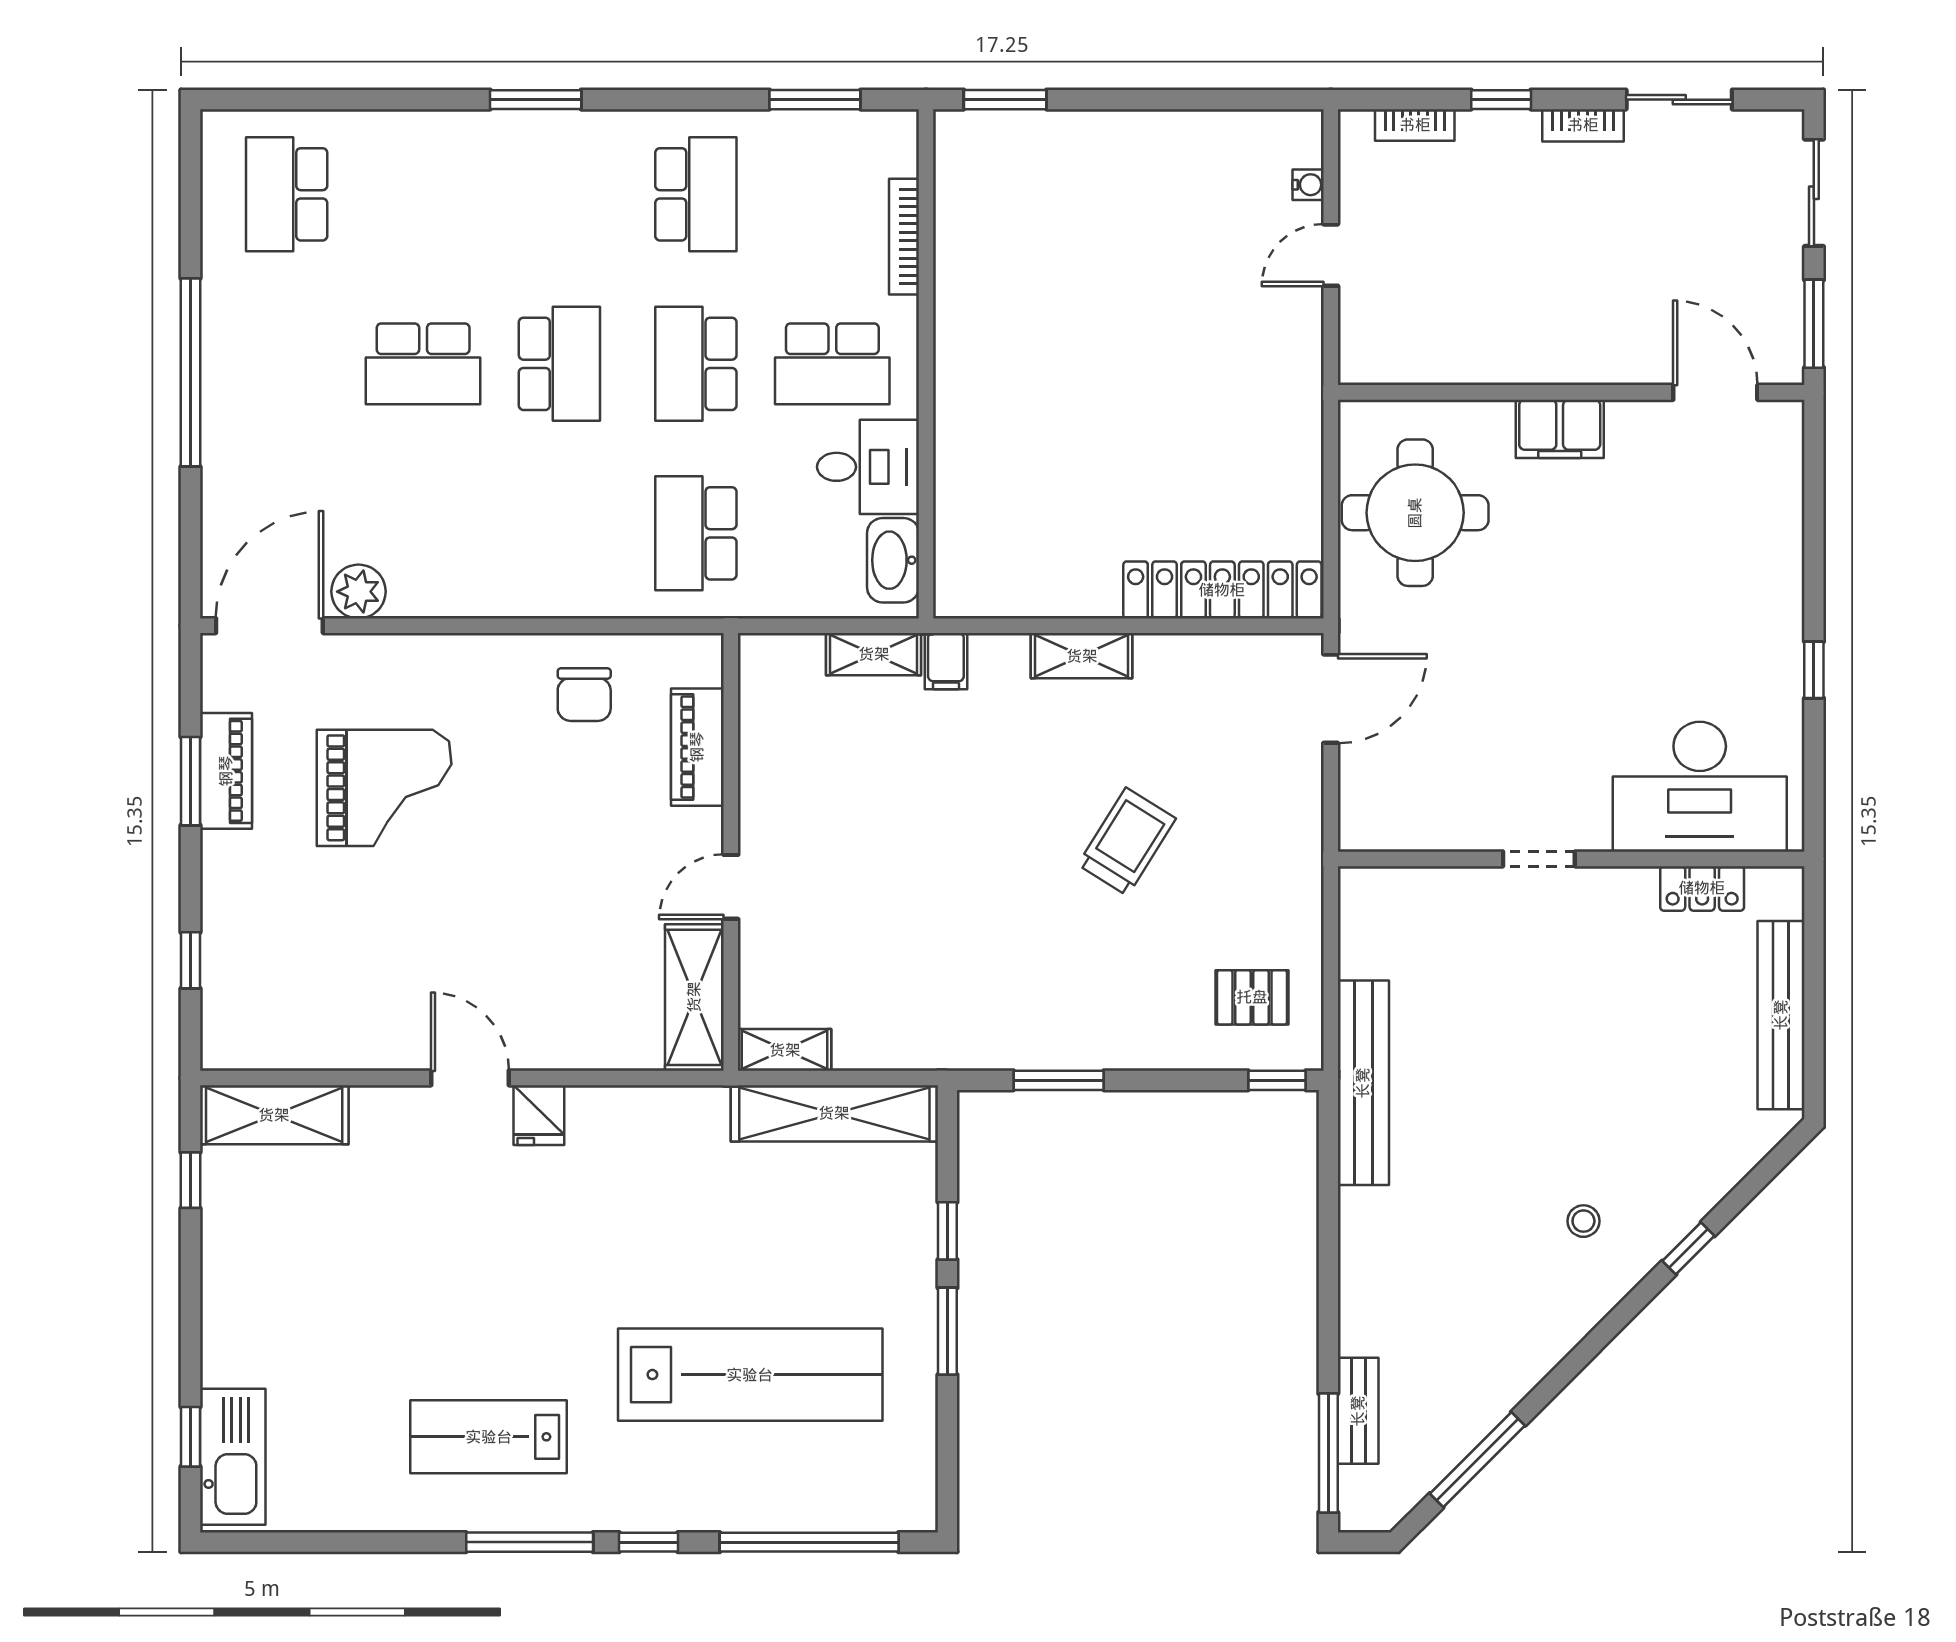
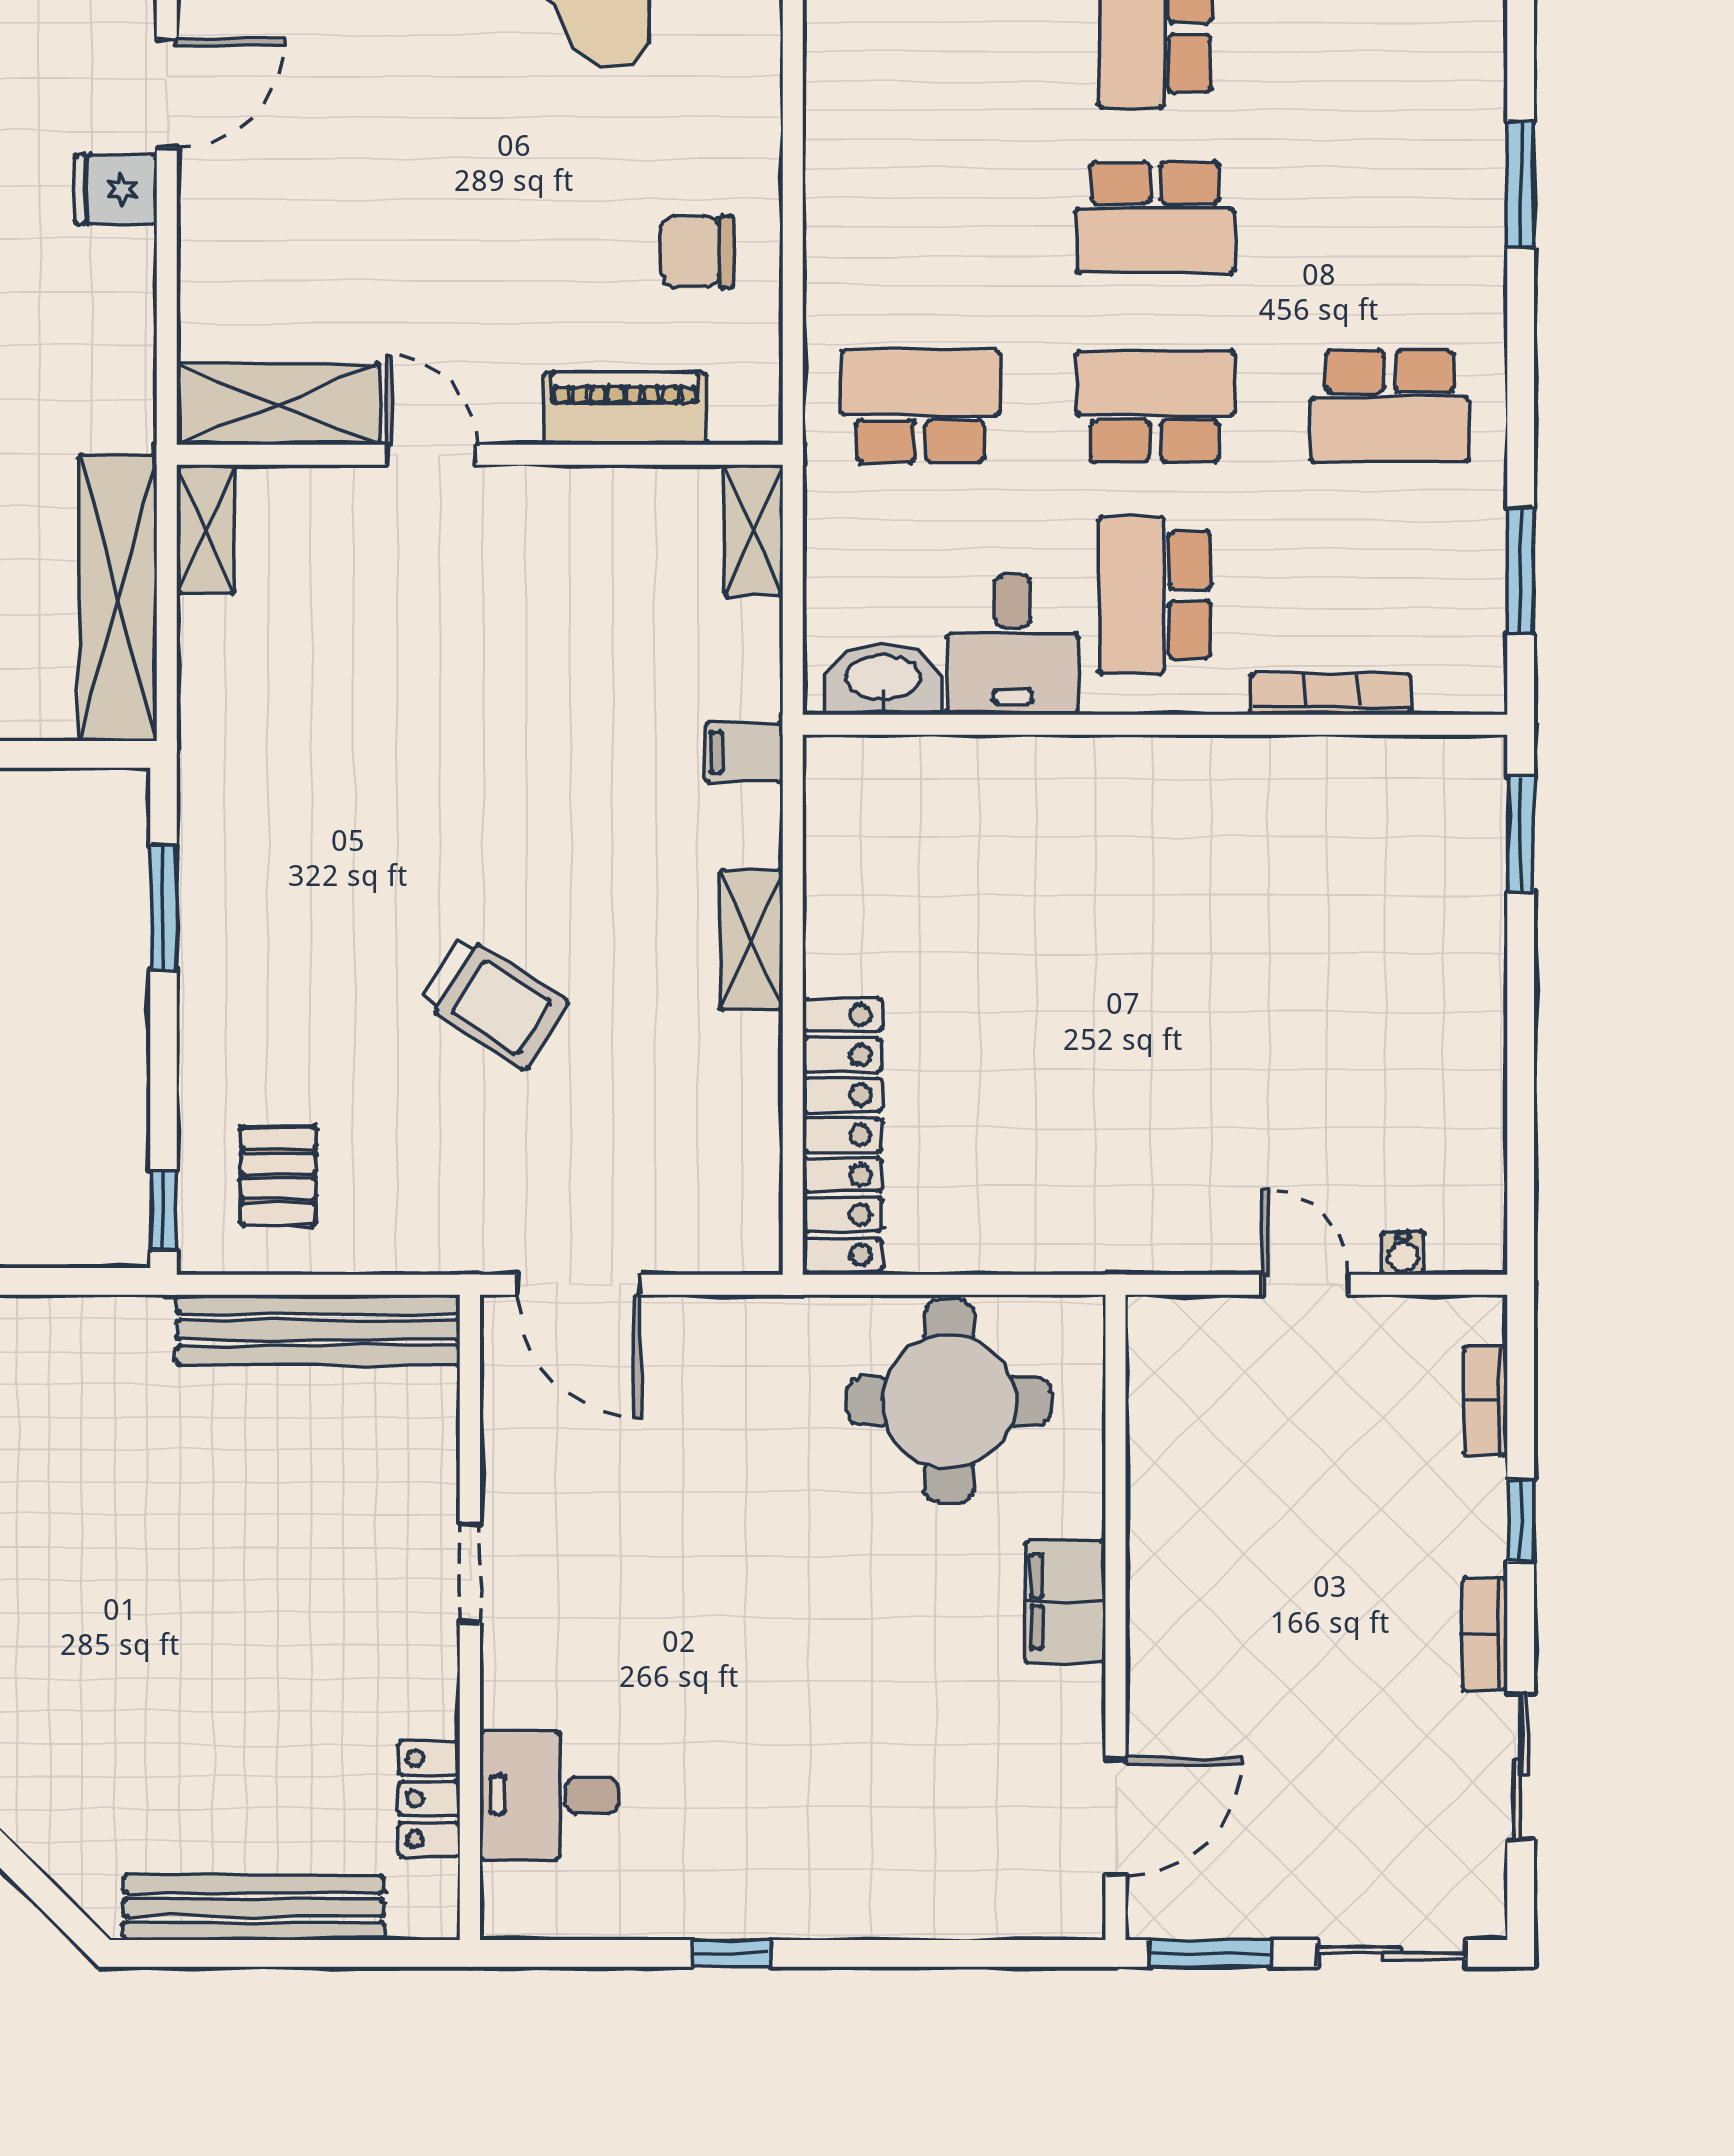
shelving: (874, 654) -> (753, 530), moved
door: (1331, 699) -> (579, 1285), moved
desk: (1700, 787) -> (549, 1795), width x0.53, depth x0.77
bench: (1363, 1083) -> (318, 1330), moved

